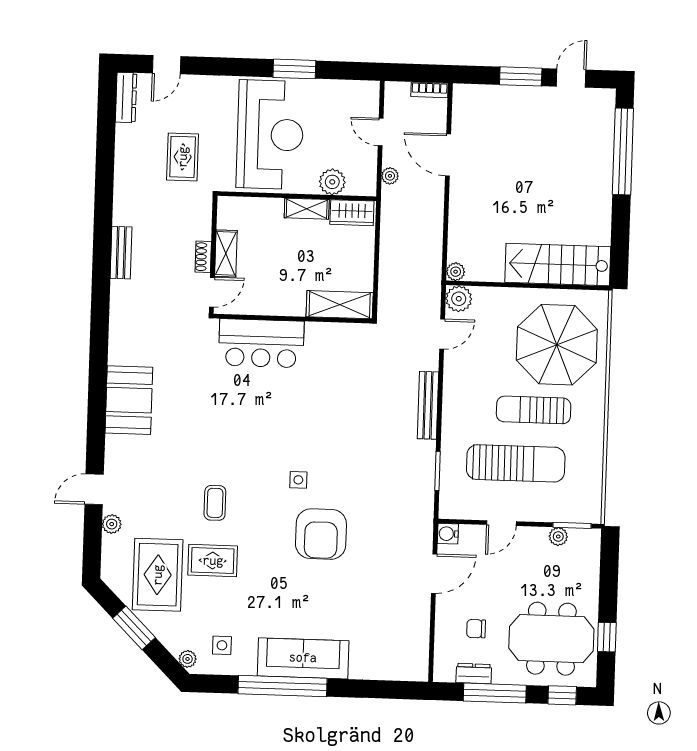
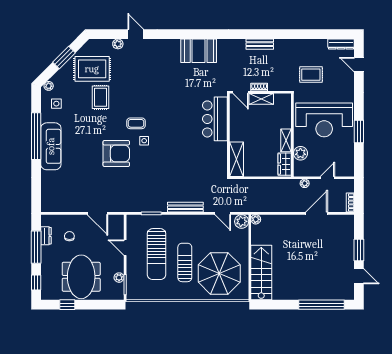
booth: (129, 400) -> (199, 51), moved
coffee table: (215, 503) -> (136, 123), moved
armchair: (321, 534) -> (116, 153), turned 180
water cooler: (448, 534) -> (119, 220), removed
meeting table: (551, 639) -> (81, 277), moved

